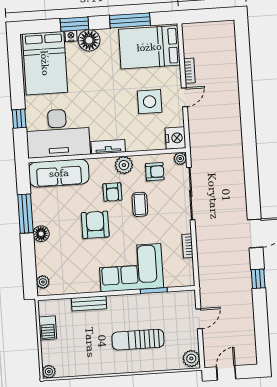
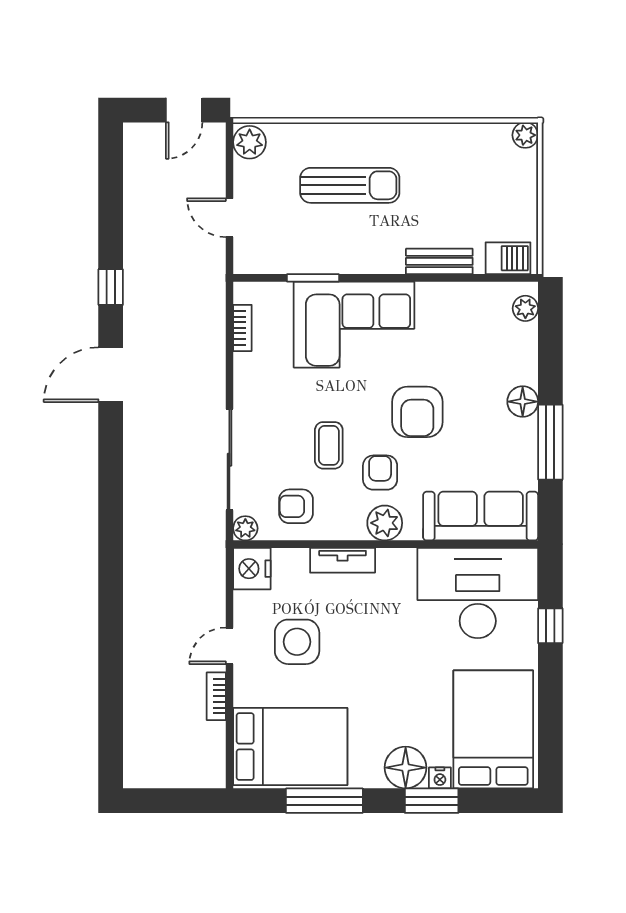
tv unit: (108, 147) -> (343, 560), moved
plant: (124, 165) -> (385, 523), moved
bookcase: (188, 246) -> (242, 328), moved
door: (199, 319) -> (229, 218), hinge flipped
barbecue: (48, 328) -> (508, 258), moved, turned 90

